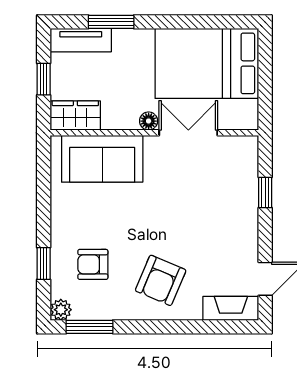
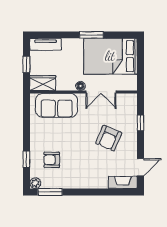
window: (111, 22) -> (91, 35), moved
double door: (188, 133) -> (101, 92), swing flipped
armchair: (161, 280) -> (109, 138), moved

